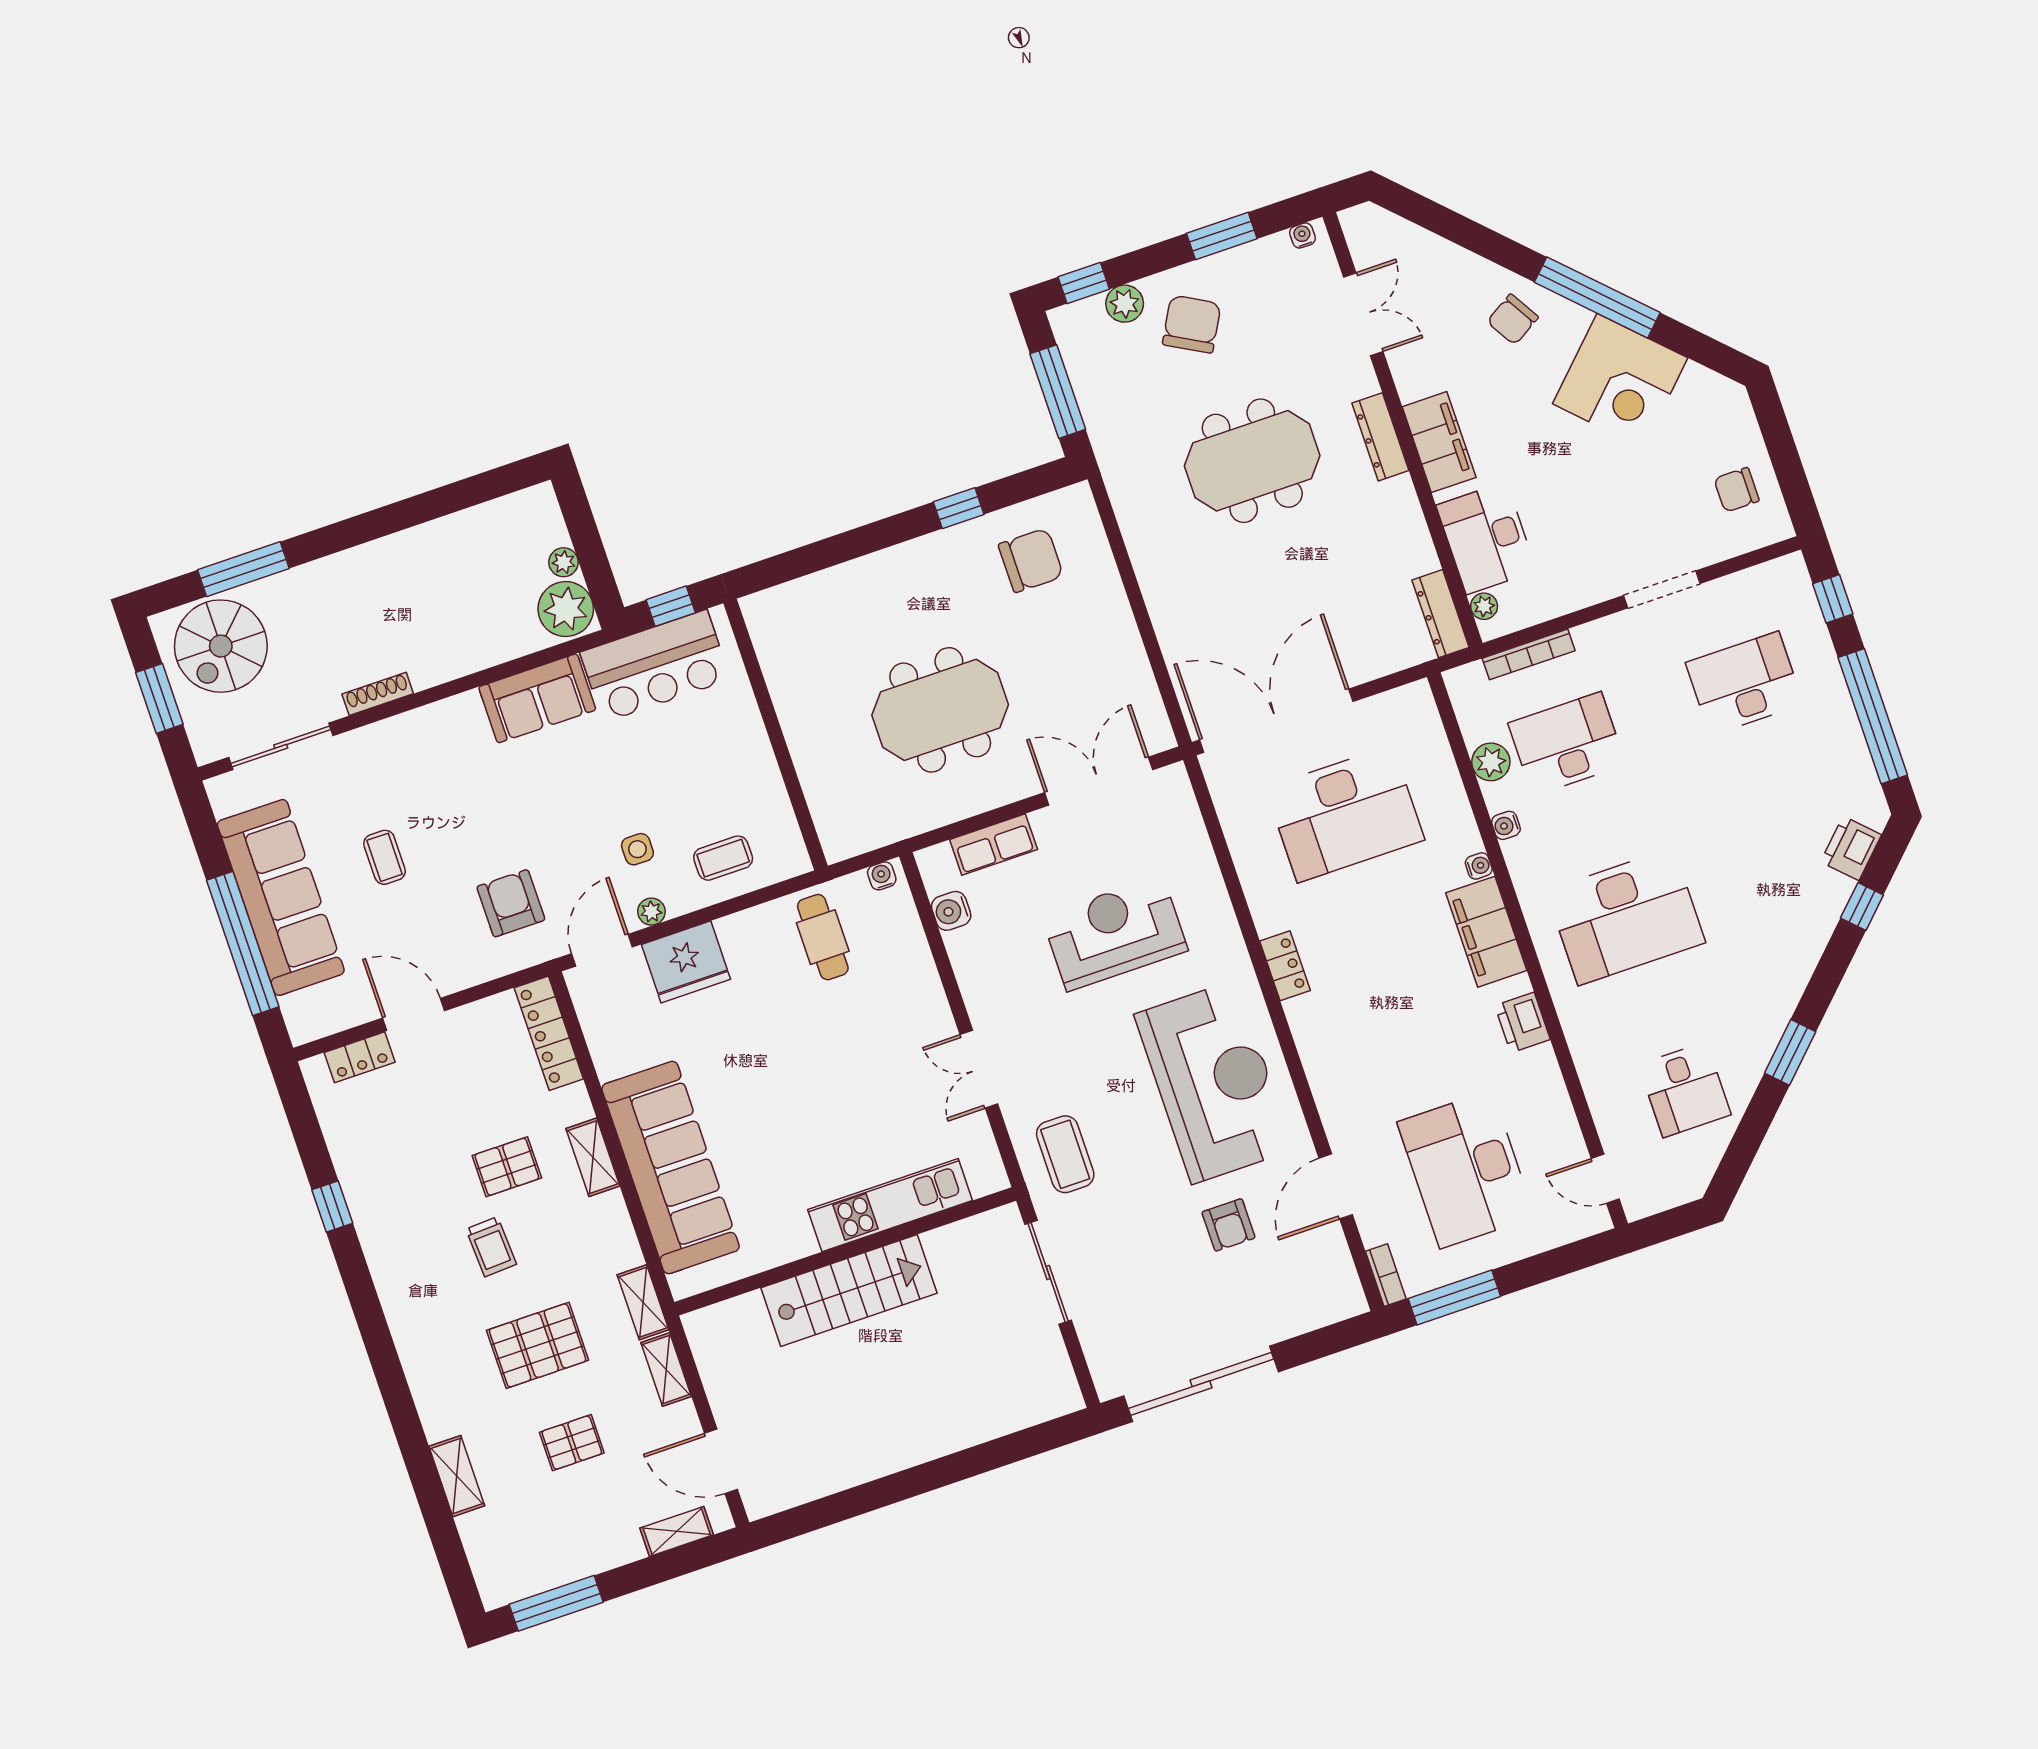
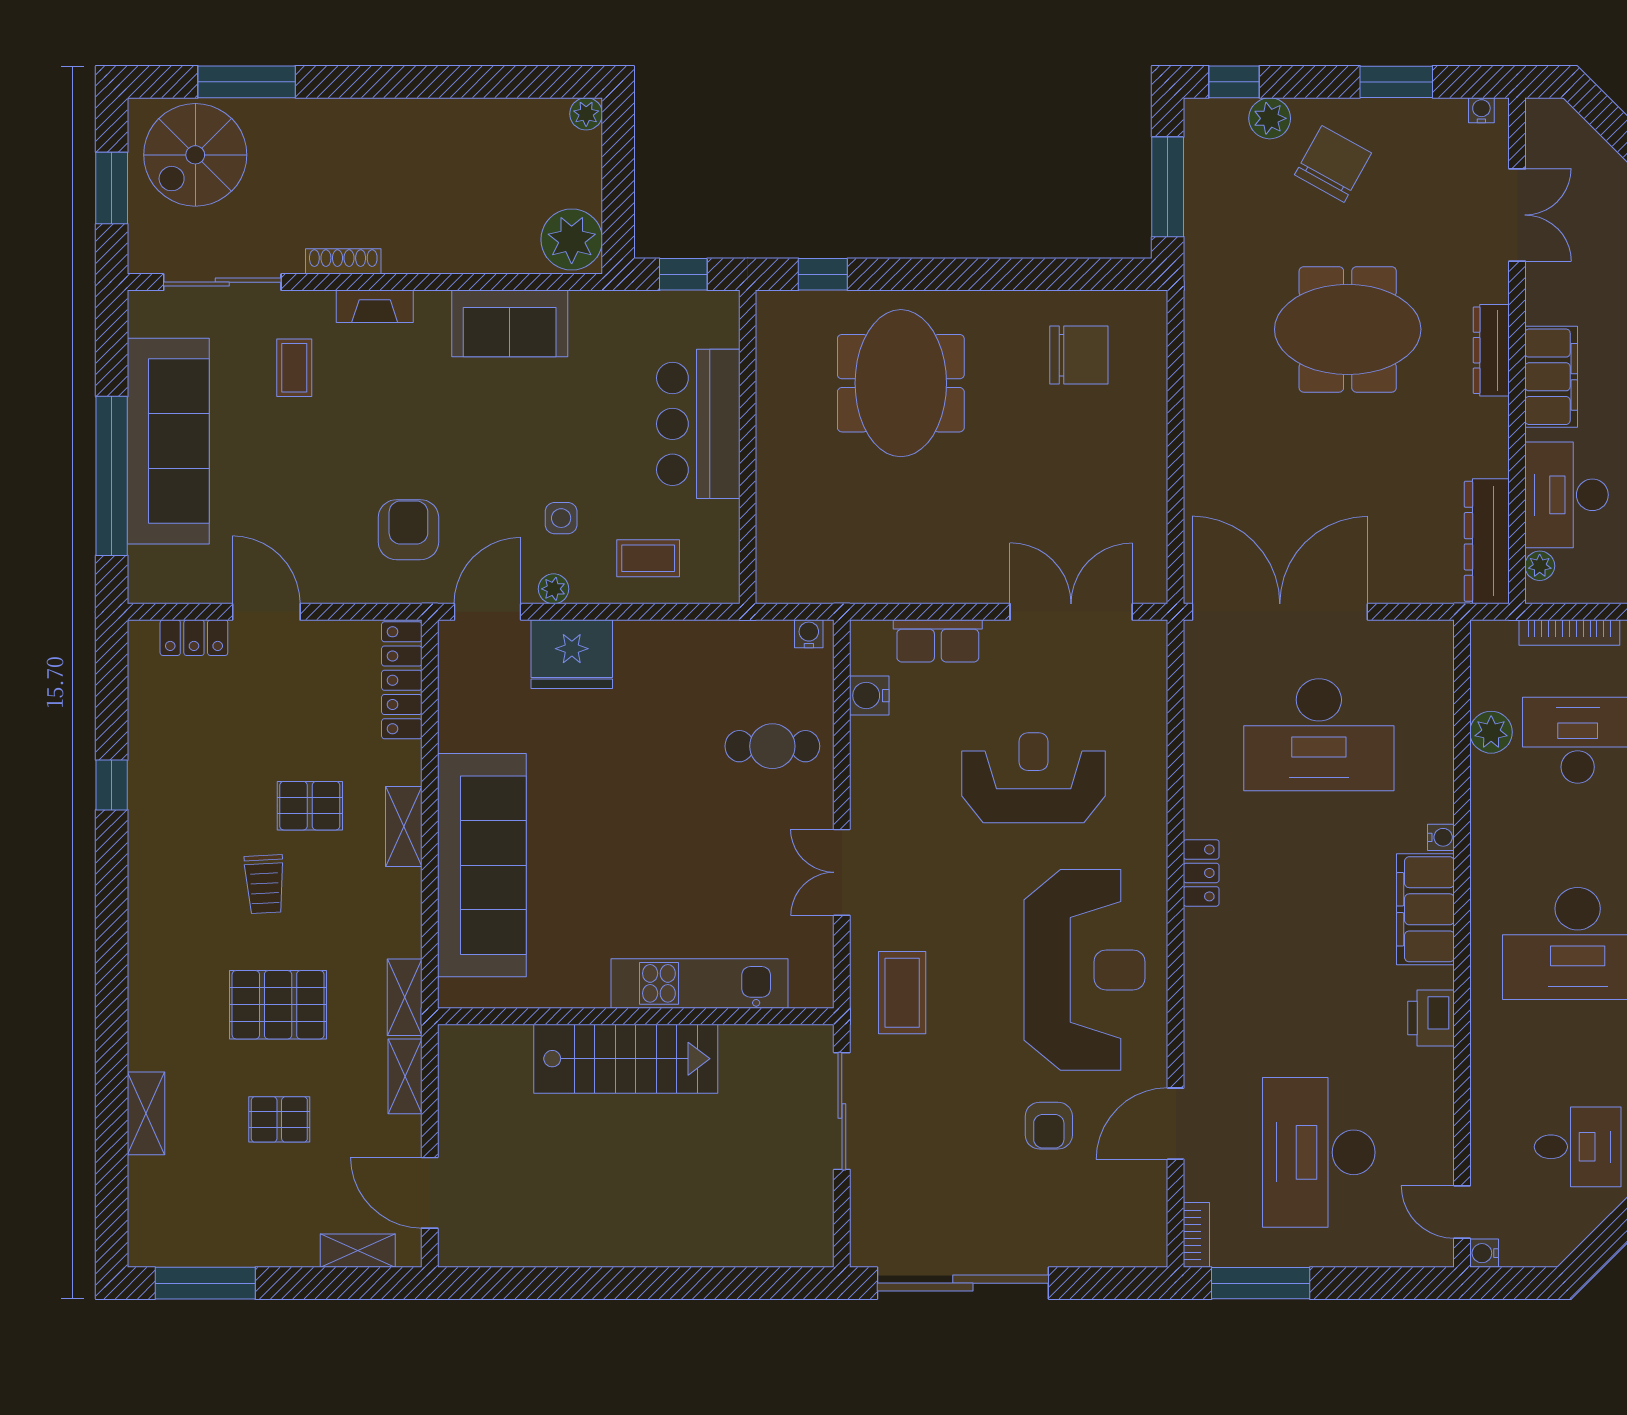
window: (959, 508) -> (823, 274), moved
plant: (563, 562) -> (586, 114), moved
dresser: (1441, 614) -> (1487, 541), width x1.37, depth x1.24
bar counter: (655, 666) -> (698, 424), moved, turned 90
meeting table: (940, 710) -> (901, 383), moved, turned 90
fireplace: (417, 723) -> (375, 306), added
water cooler: (1506, 825) -> (1484, 1253), moved
coffee table: (385, 857) -> (294, 368), moved
cafe table: (823, 937) -> (772, 746), moved, turned 90
desk: (1685, 1090) -> (1578, 1147), turned -90

